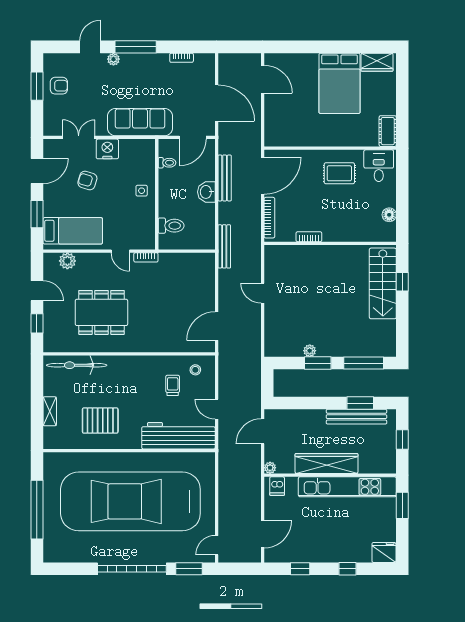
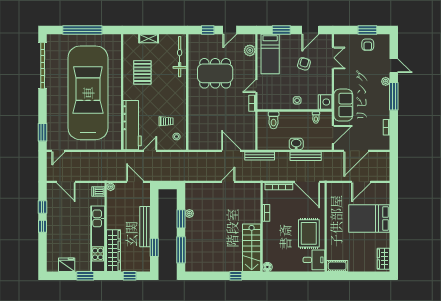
door: (263, 79) -> (361, 182), moved
bed: (340, 83) -> (369, 219), moved
sofa: (140, 122) -> (343, 105), width x0.73
door: (193, 137) -> (333, 135), swing flipped
nightstand: (107, 149) -> (325, 102), moved
door: (37, 171) -> (310, 30), hinge flipped
rug: (339, 173) -> (309, 233), width x1.36, depth x1.43
floor lamp: (389, 215) -> (267, 267), moved
stairs: (383, 283) -> (252, 248), moved, turned -90
dining table: (101, 312) -> (215, 73), turned 90
door: (217, 326) -> (231, 151), moved
bench: (356, 417) -> (145, 227), moved
wardrobe: (327, 463) -> (113, 251), moved
door: (217, 545) -> (58, 151), swing flipped
fridge: (384, 552) -> (67, 265), moved, turned -90
garage door: (132, 569) -> (43, 66), moved
window: (347, 569) -> (43, 226), moved

